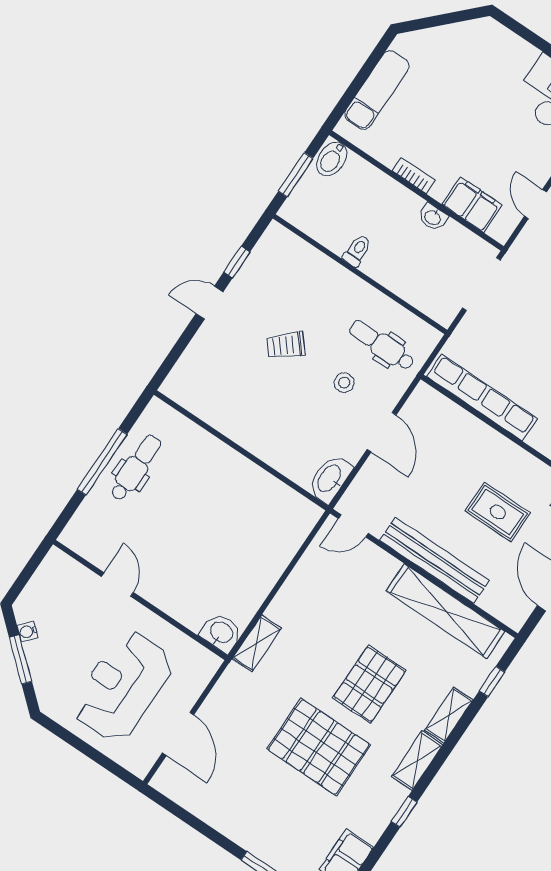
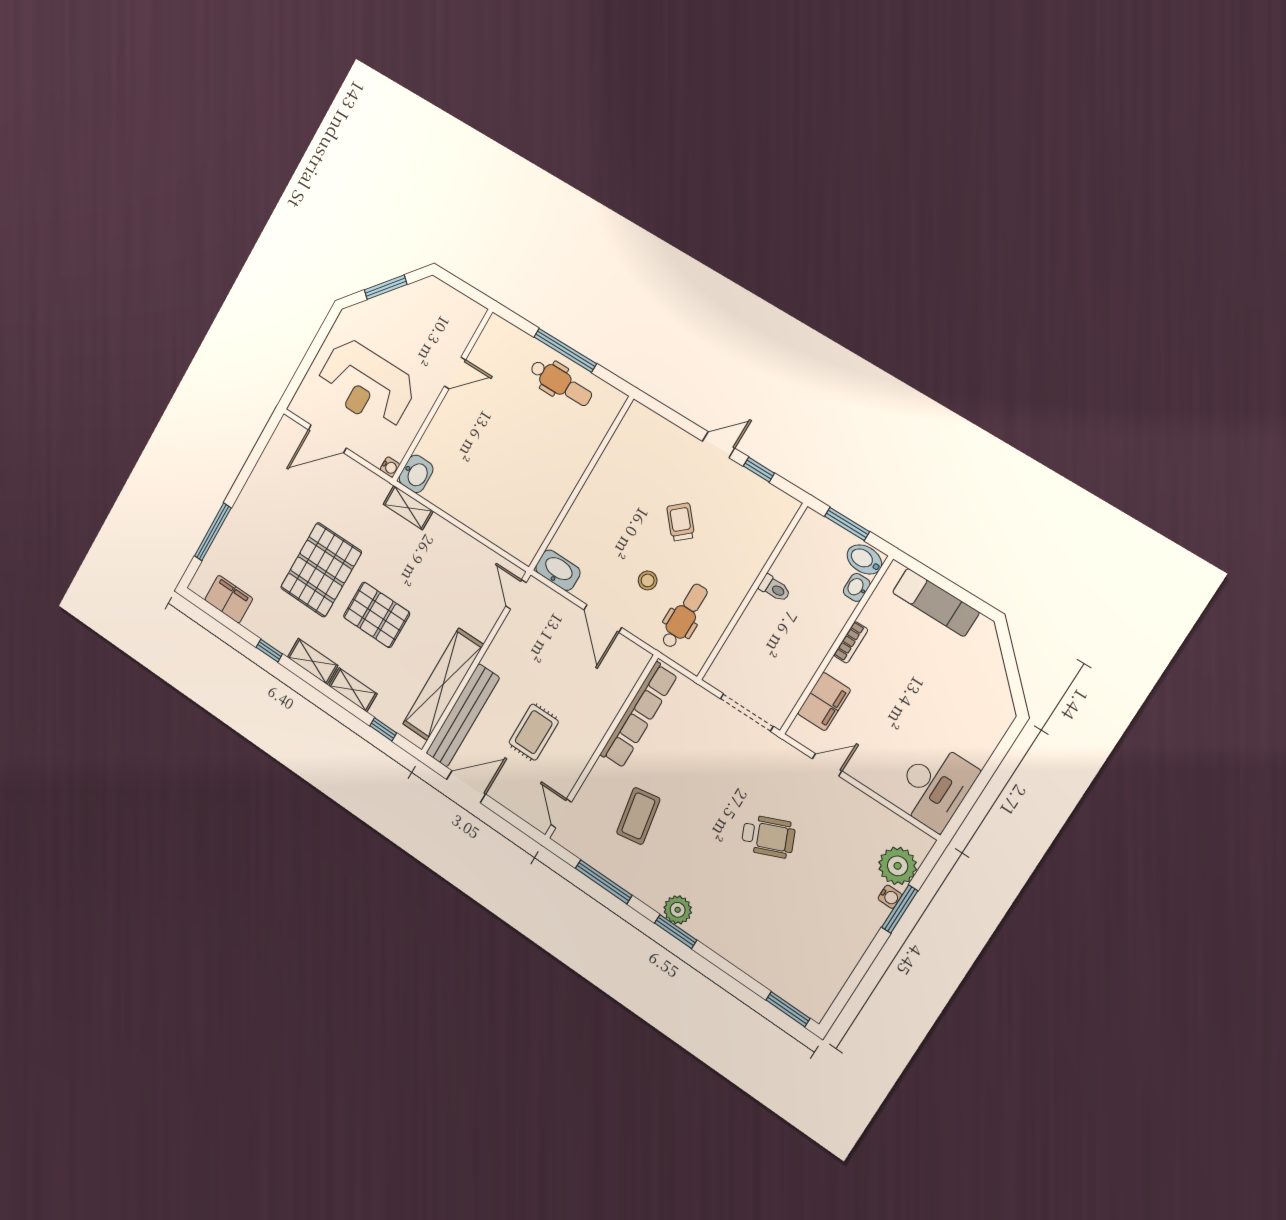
washbasin: (433, 217) -> (857, 587), moved
door: (209, 303) -> (719, 445), hinge flipped
door: (382, 432) -> (603, 619), hinge flipped
bench: (435, 560) -> (463, 715), moved
water cooler: (28, 631) -> (390, 467), moved, turned 139
reception desk: (122, 686) -> (366, 384), turned 180

